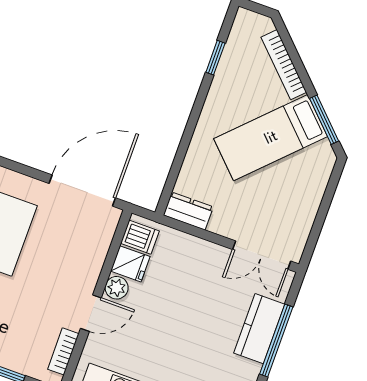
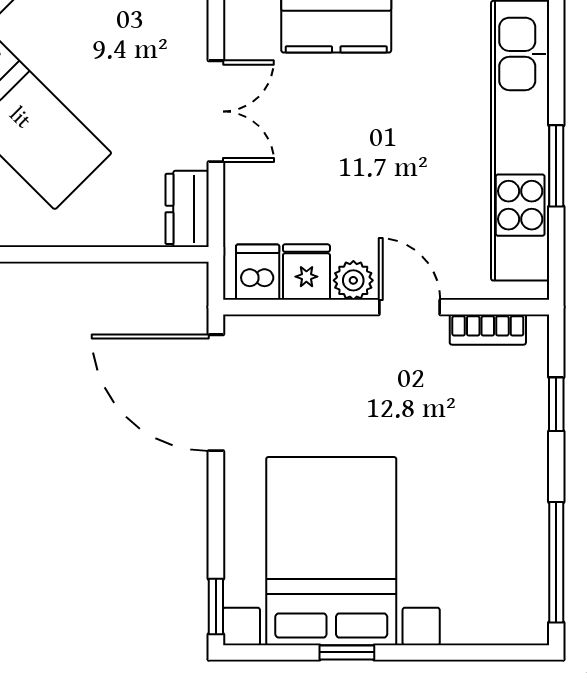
double door: (262, 255) -> (216, 111), moved

